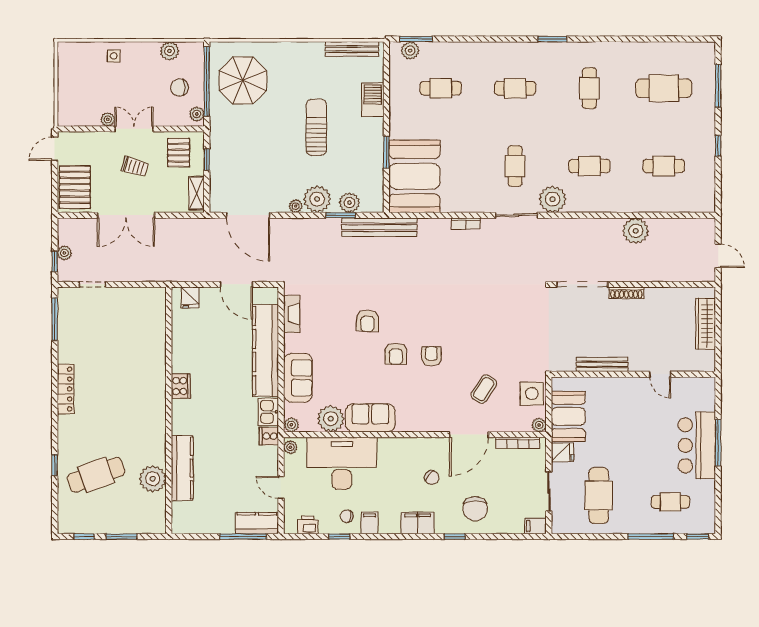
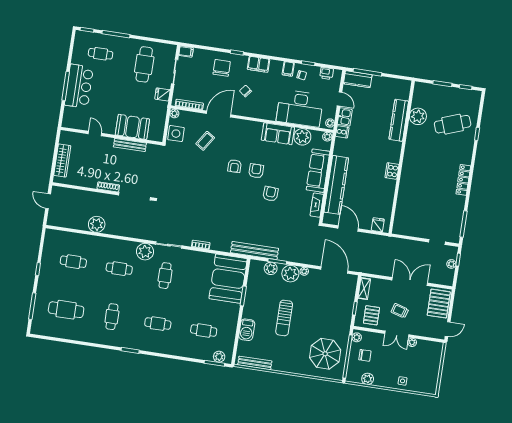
sofa: (298, 378) -> (318, 171), width x1.36
kitchen sink: (268, 412) -> (345, 117), moved
booth: (568, 416) -> (132, 127), moved, turned 90

